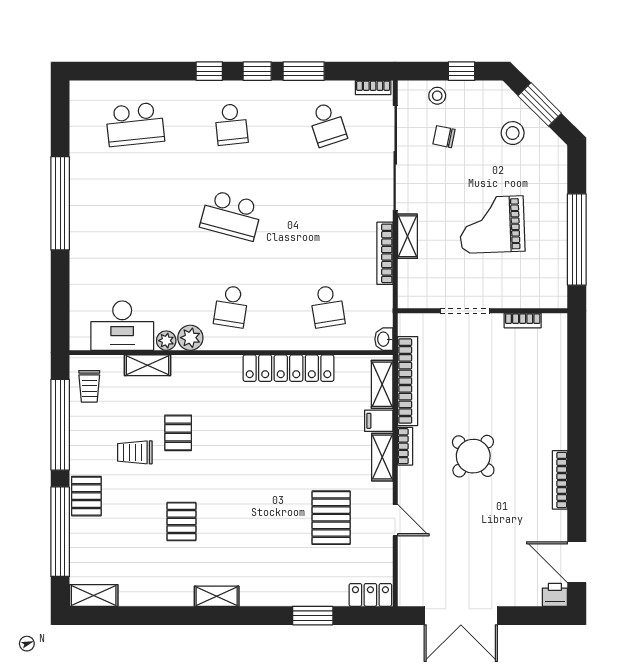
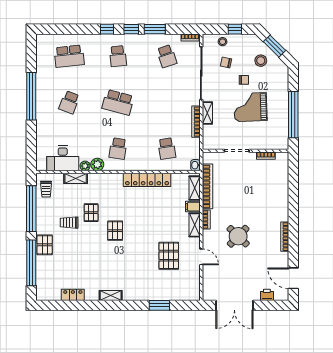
chair: (479, 171) -> (244, 80), added
school desk: (135, 215) -> (69, 102), added
round table: (473, 456) -> (238, 236), moved
pallet: (181, 521) -> (115, 231), moved
shelving: (94, 595) -> (48, 295), removed
locker: (370, 595) -> (73, 295), moved
printer: (555, 595) -> (267, 295), moved

